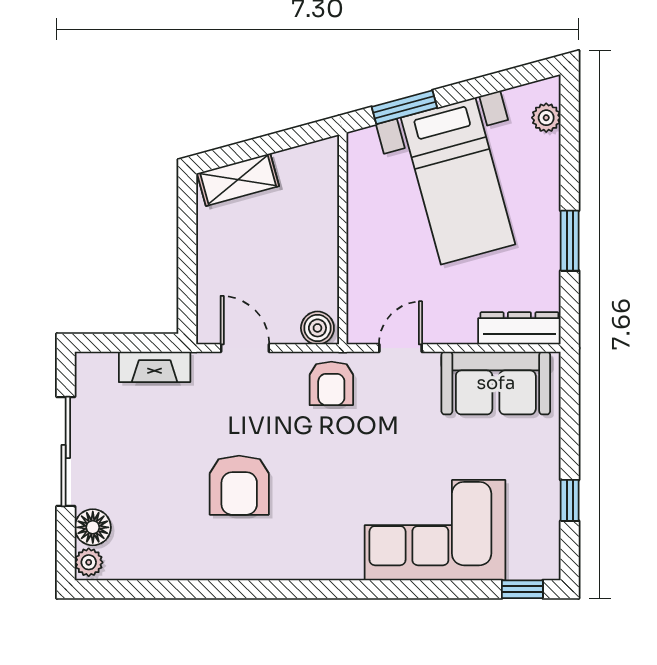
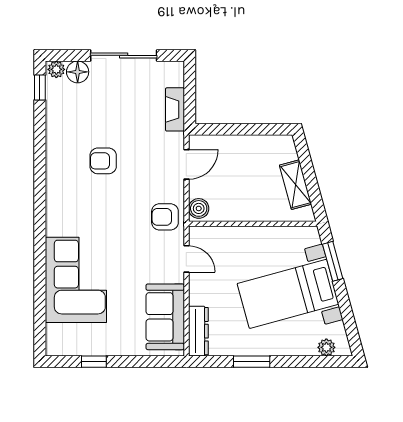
shelving: (238, 180) -> (295, 185), moved
armchair: (239, 485) -> (103, 161), width x0.72, depth x0.72
window: (522, 589) -> (40, 87), moved

